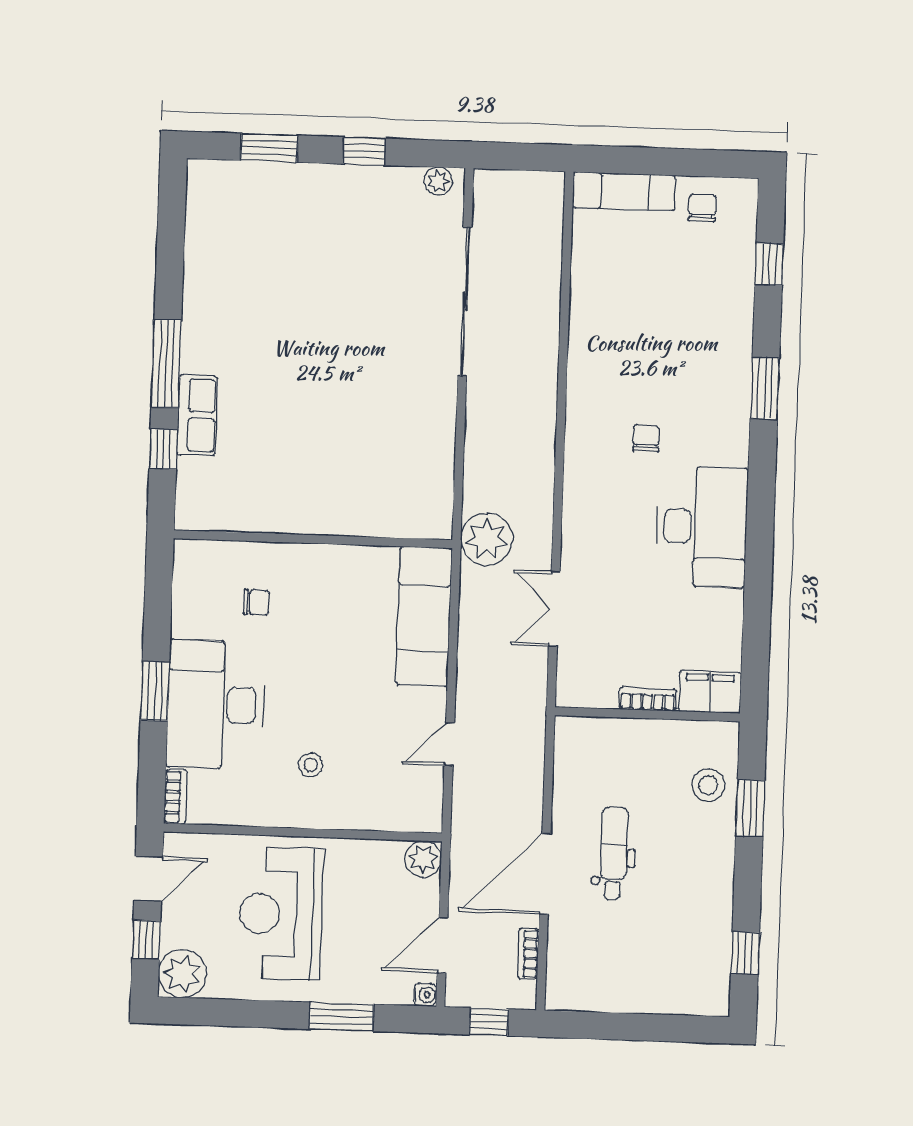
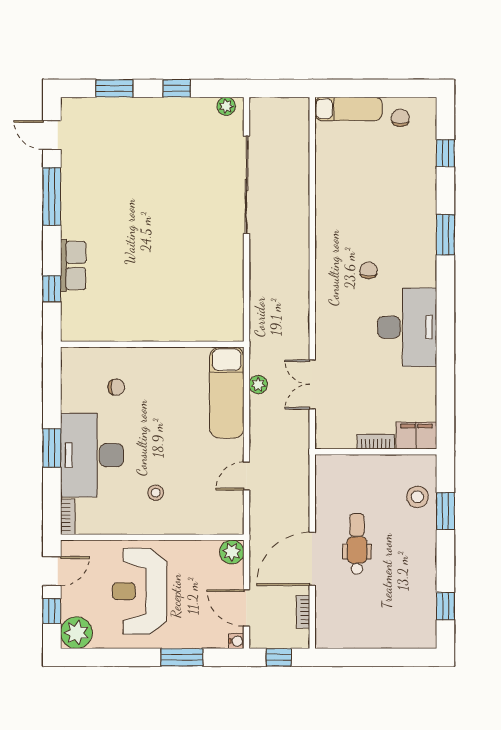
door: (172, 216) -> (52, 135), added
window: (166, 364) -> (52, 197), moved
plant: (487, 539) -> (258, 384), moved, width x0.53, depth x0.53
door: (442, 945) -> (246, 608), hinge flipped

